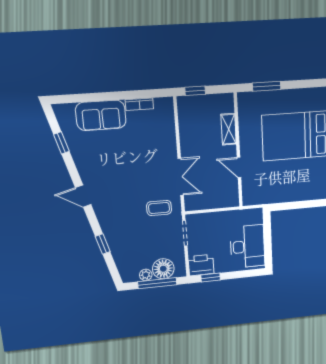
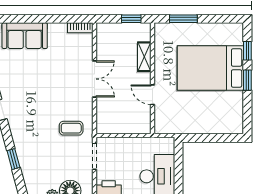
window: (195, 91) -> (131, 19), moved
bookcase: (139, 104) -> (80, 28), moved
double door: (181, 177) -> (95, 79), moved

